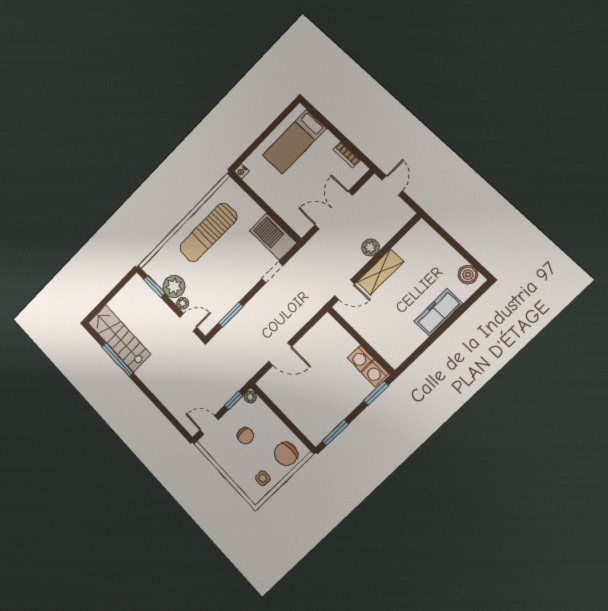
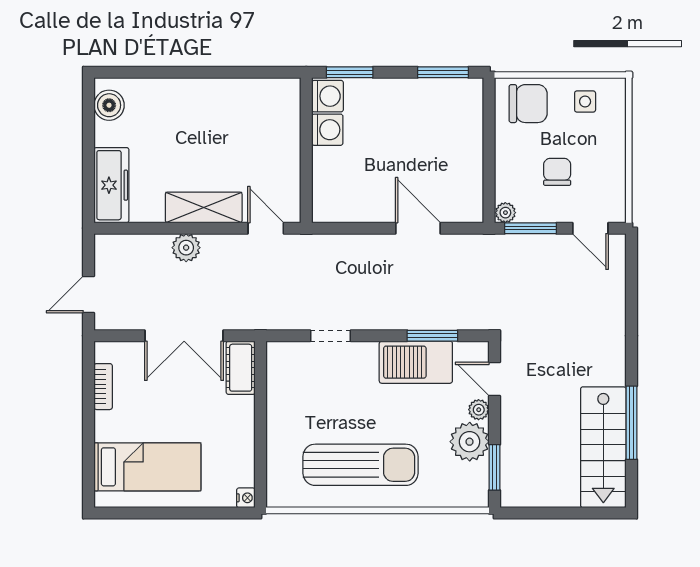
cot: (296, 221) -> (241, 368), added
barbecue: (273, 237) -> (416, 362), moved, turned 90
freezer: (438, 312) -> (111, 185), moved, turned -90
window: (234, 400) -> (530, 228), width x1.50

